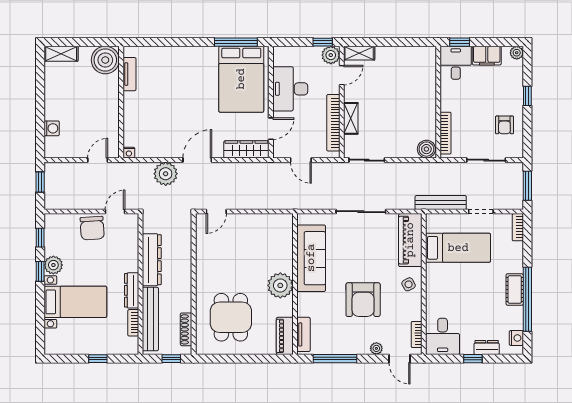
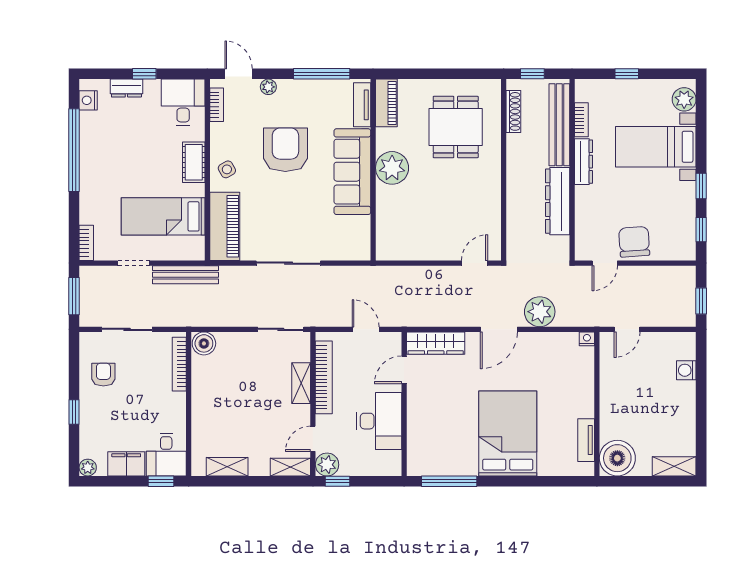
shelving: (408, 53) -> (227, 467), added
bed: (241, 79) -> (508, 433), moved
sofa: (311, 258) -> (352, 172), moved
plant: (53, 265) -> (684, 99), moved
cot: (515, 289) -> (194, 162), moved

